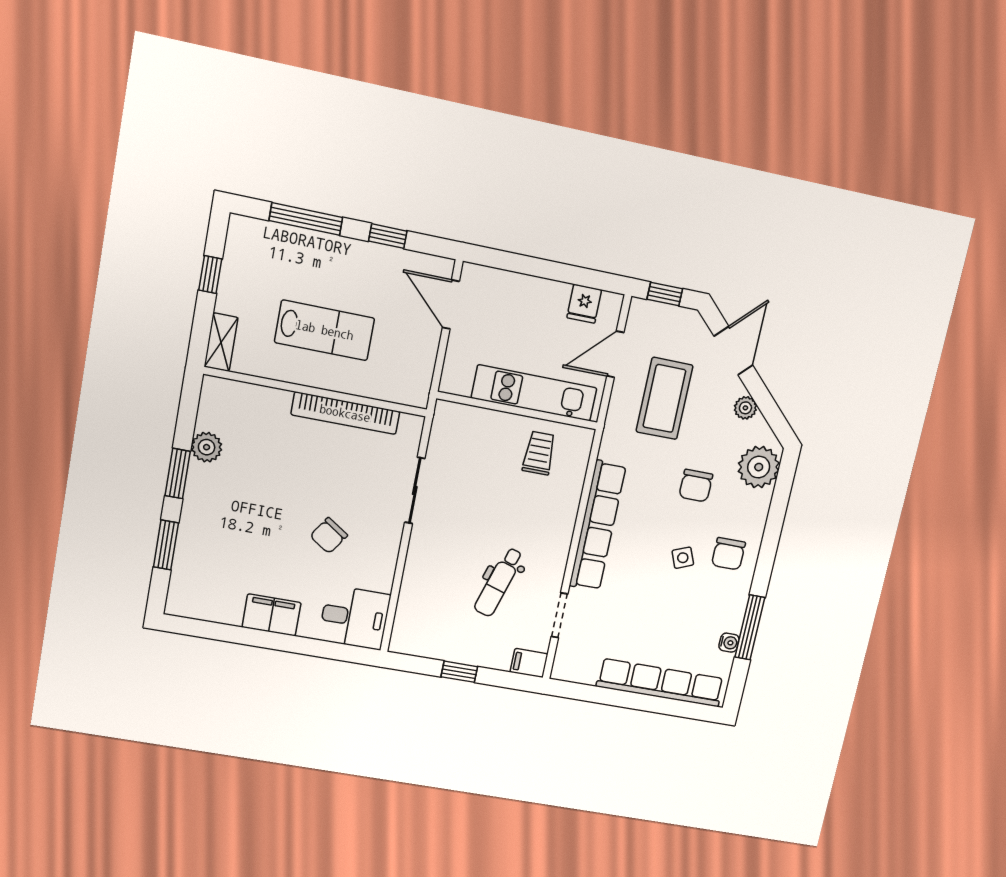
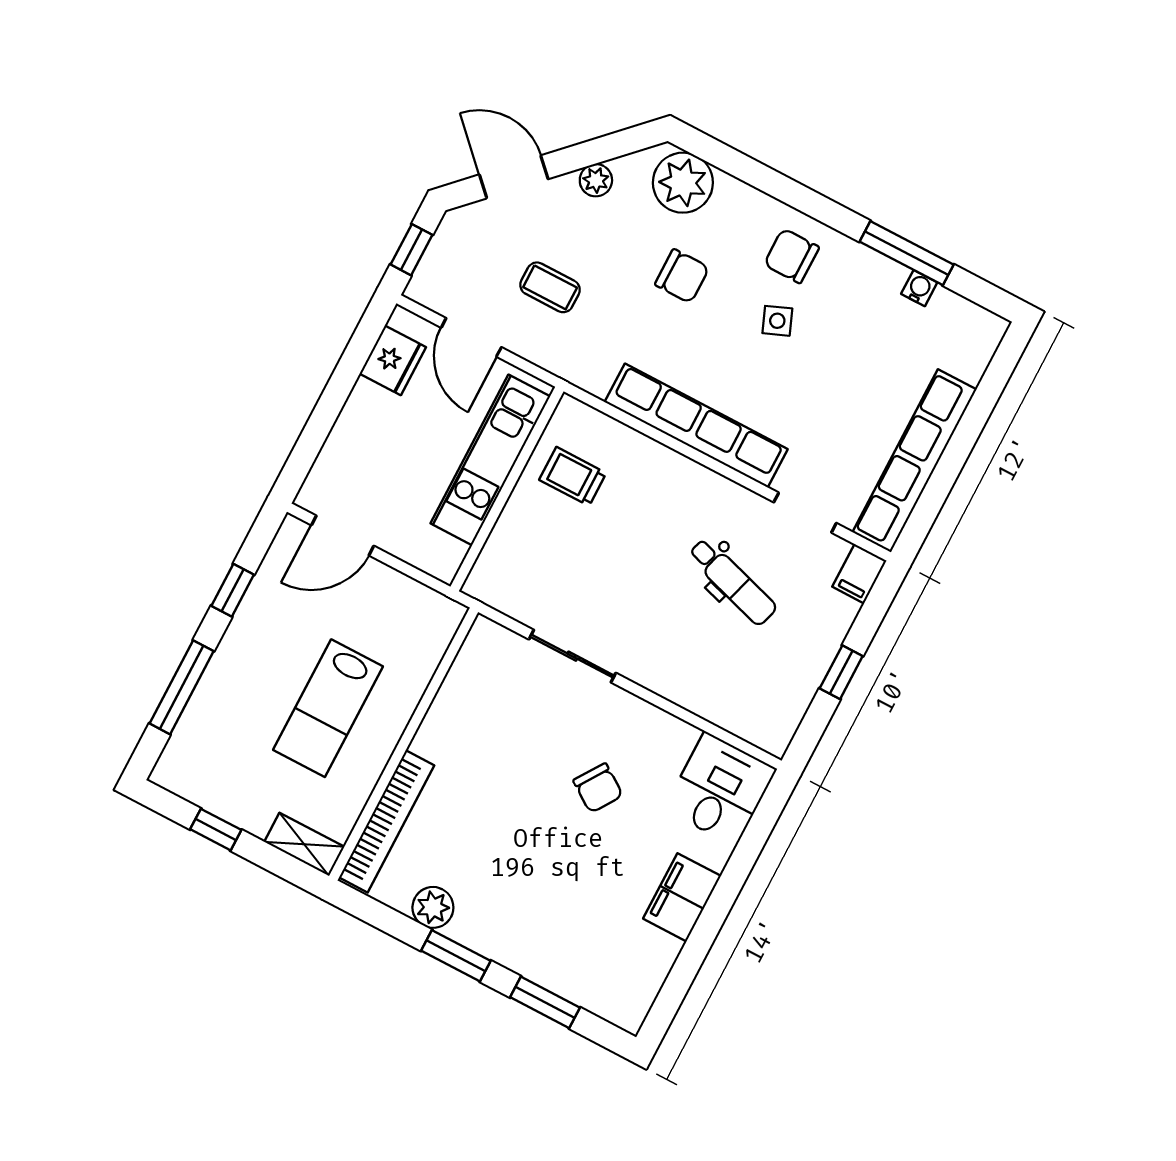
fridge: (584, 304) -> (393, 360), width x1.38
lab bench: (325, 330) -> (328, 708), turned 180
coffee table: (664, 398) -> (550, 287), width x0.54, depth x0.58
bookcase: (345, 413) -> (387, 821), moved
chair: (728, 554) -> (792, 256), turned 180
row of seats: (660, 683) -> (914, 461), moved

